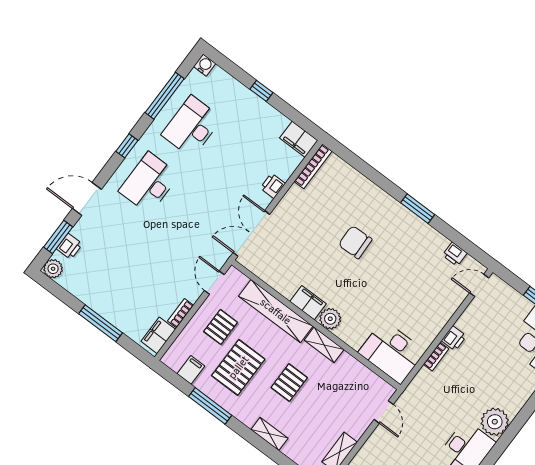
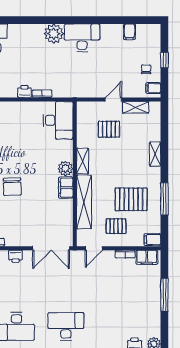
desk: (149, 183) -> (66, 326), turned 180
filing cabinet: (191, 370) -> (152, 240), moved
pallet: (289, 383) -> (109, 129), moved
door: (384, 412) -> (113, 100), moved

